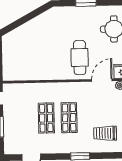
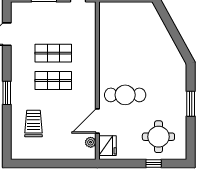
door: (102, 80) -> (97, 121), swing flipped

